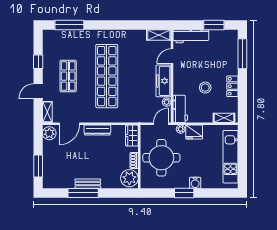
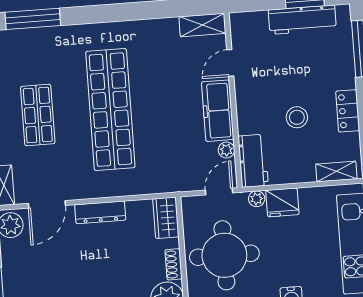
workbench: (191, 36) -> (302, 20), moved

